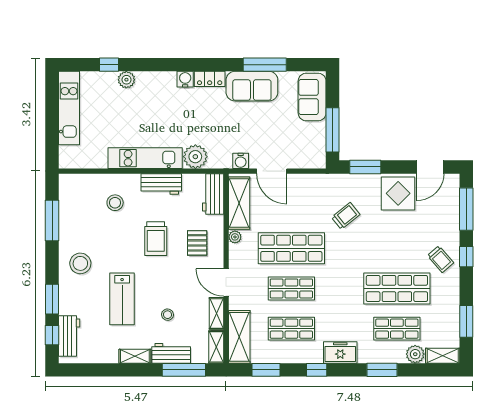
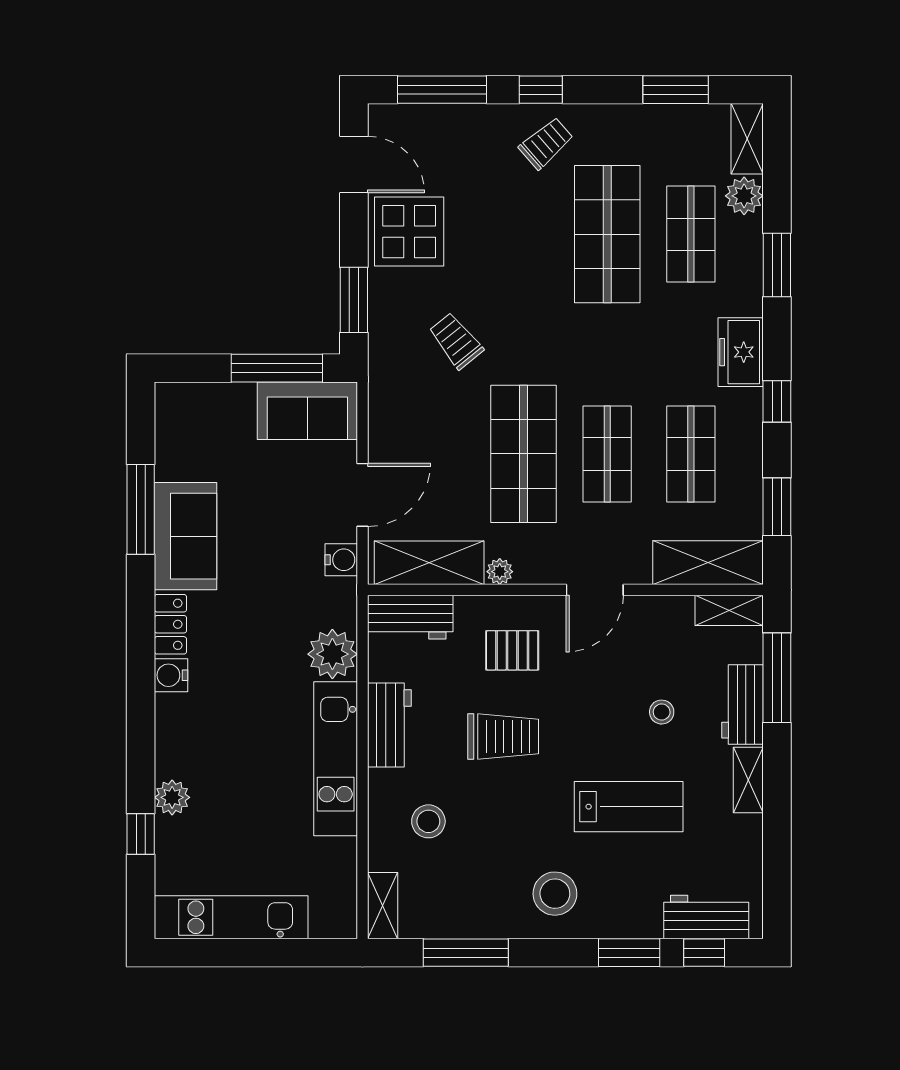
sofa: (312, 97) -> (307, 411), moved
shelving: (216, 313) -> (383, 906), moved, turned 90

